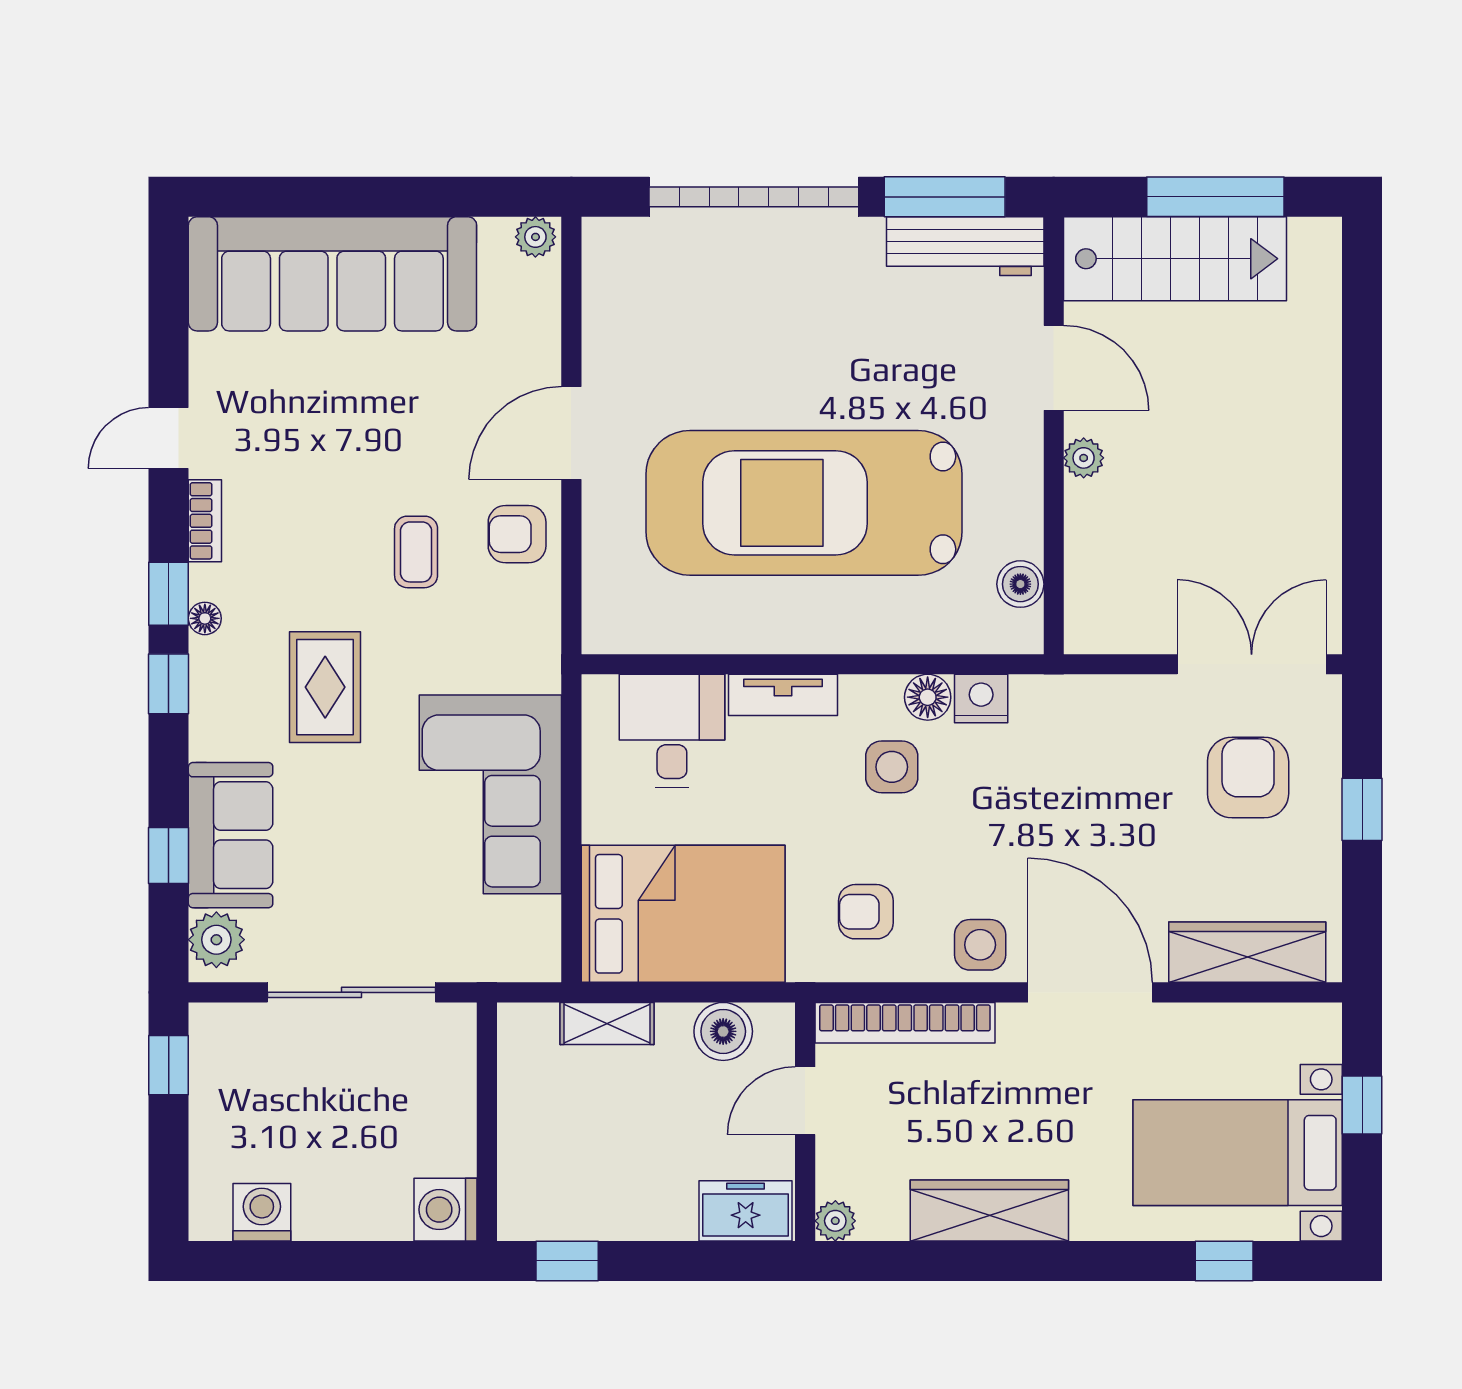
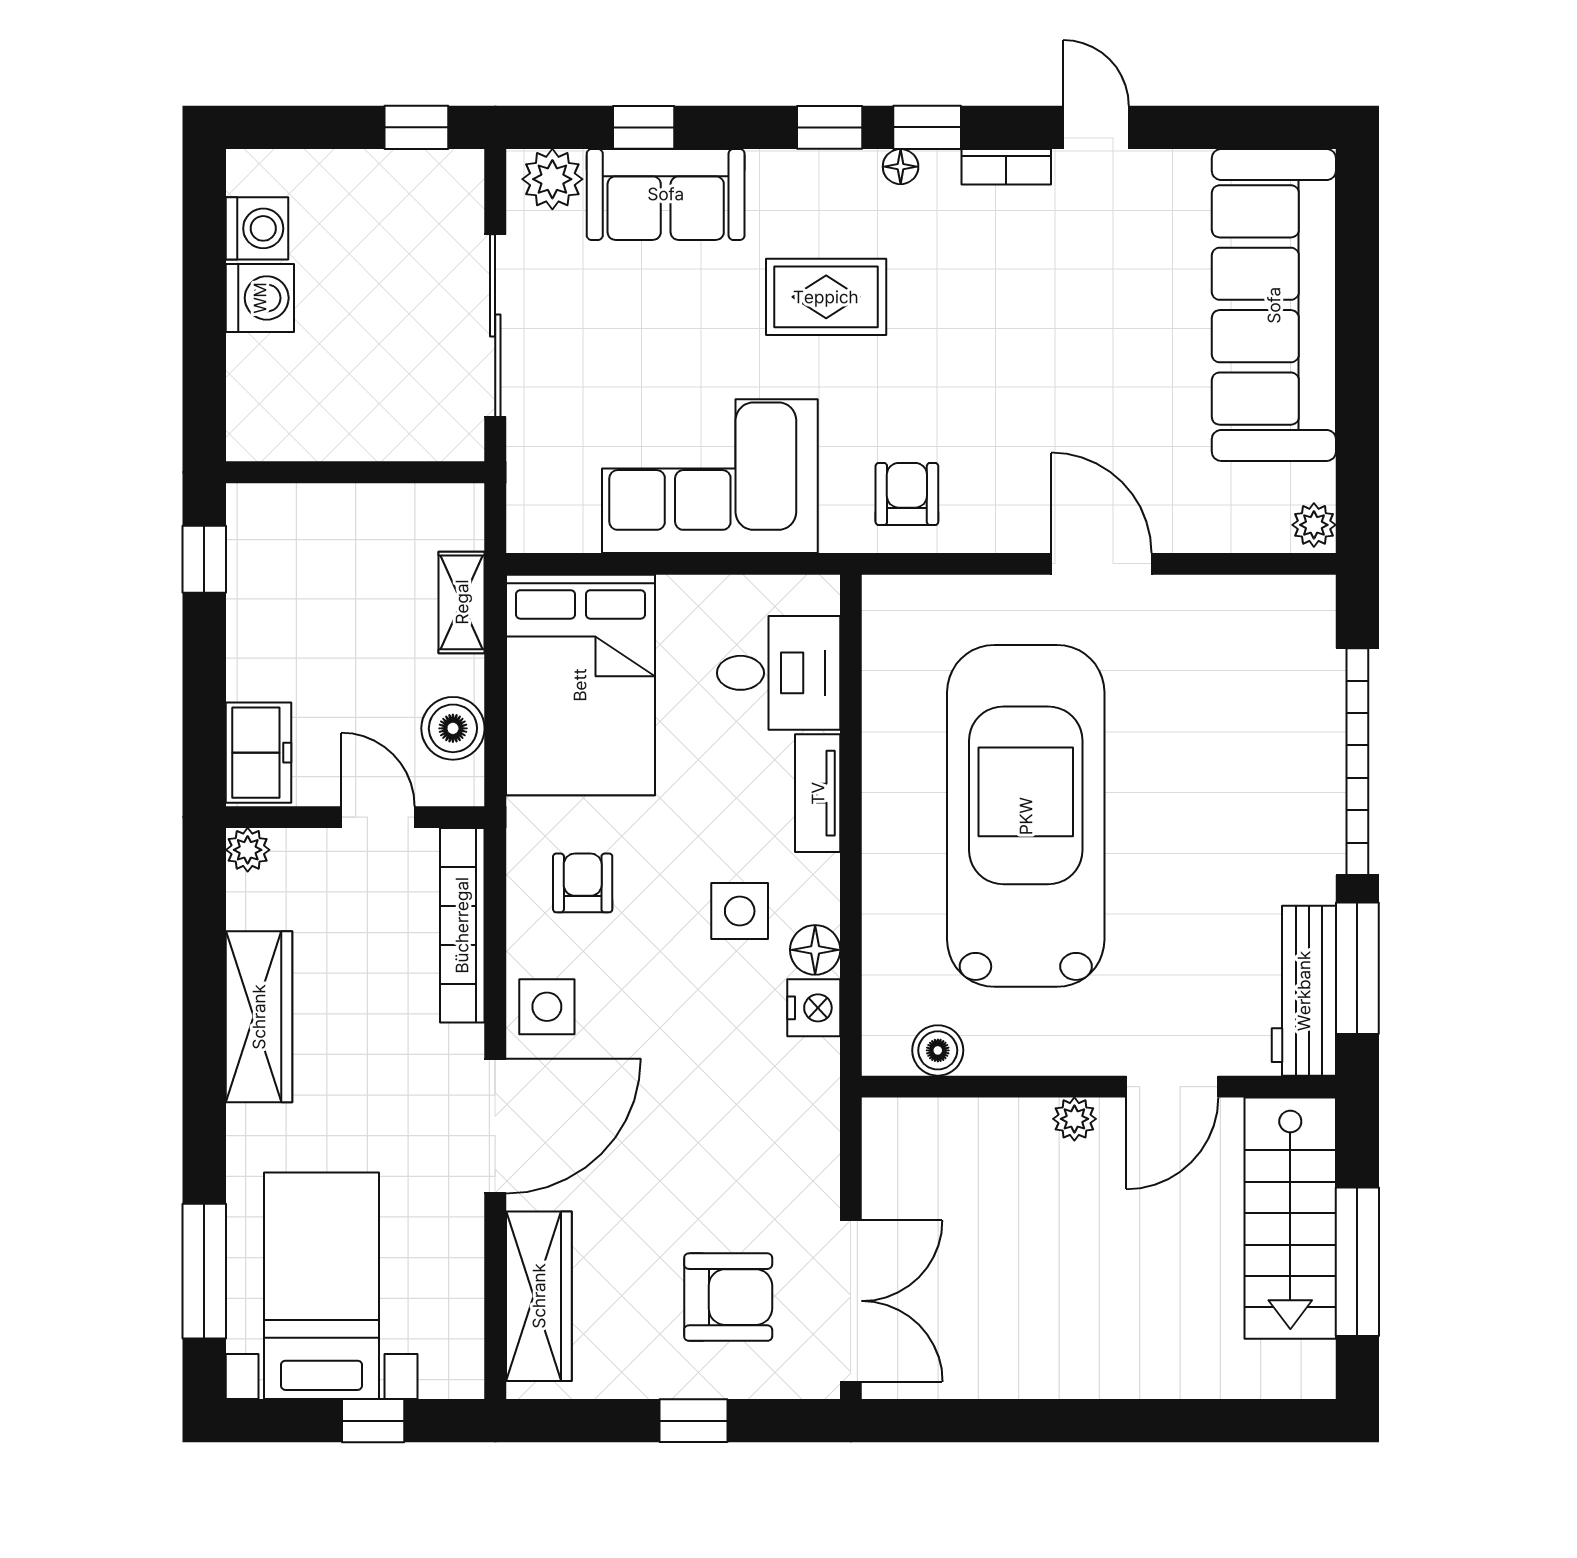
armchair: (517, 534) -> (907, 494), moved
coffee table: (416, 552) -> (973, 395), removed
washing machine: (445, 1210) -> (260, 298), moved, turned 90
window: (1224, 1261) -> (204, 1271), width x2.17

